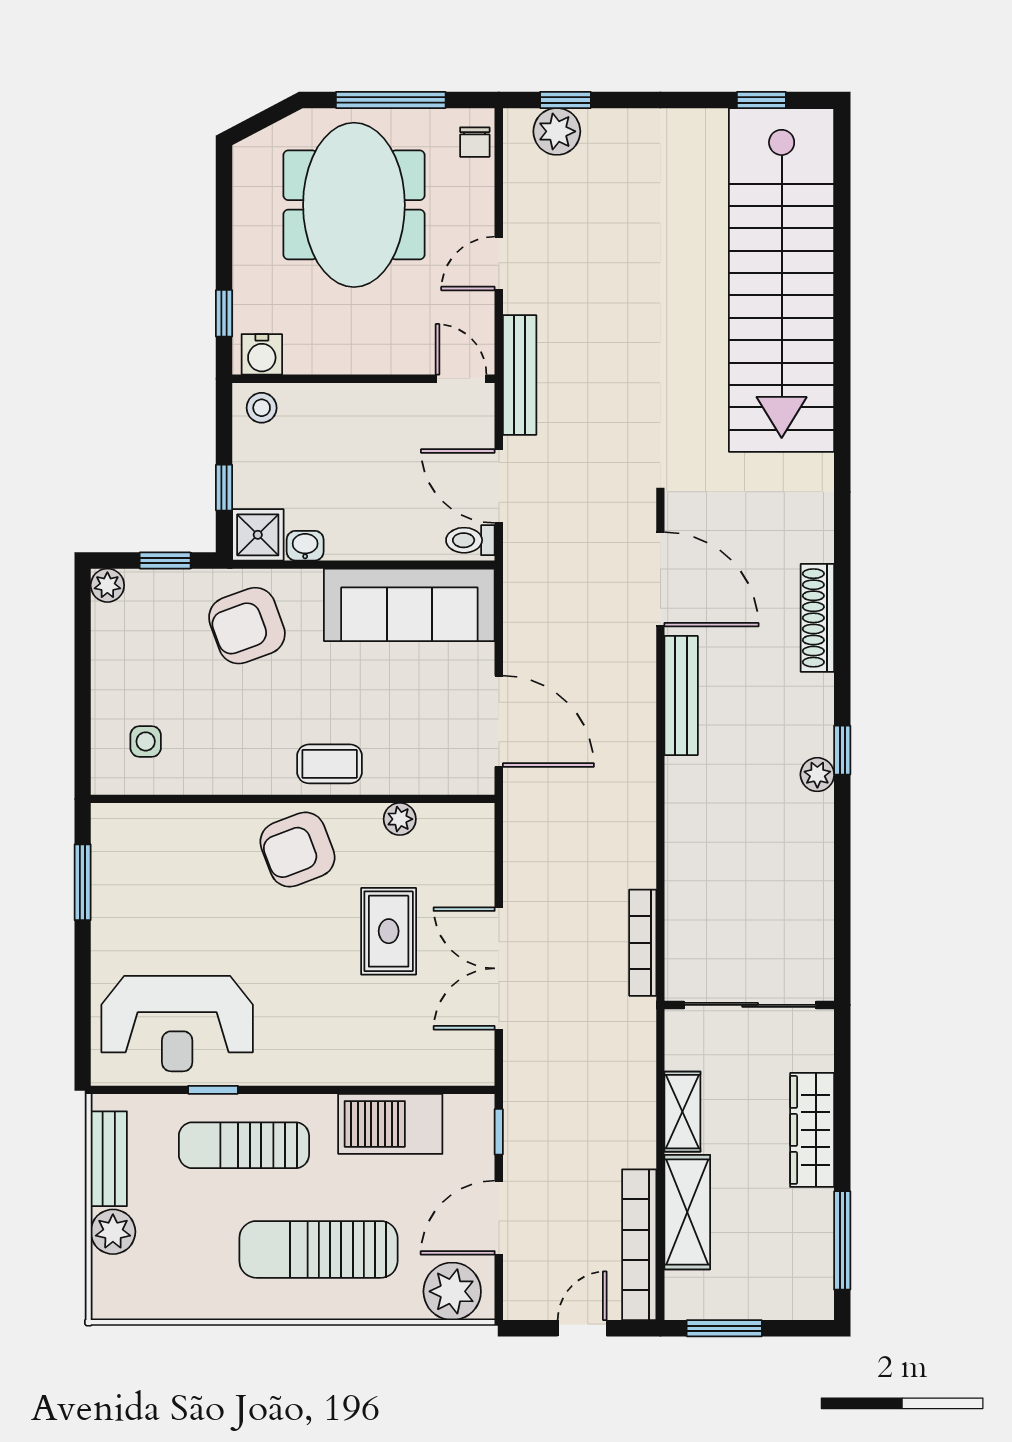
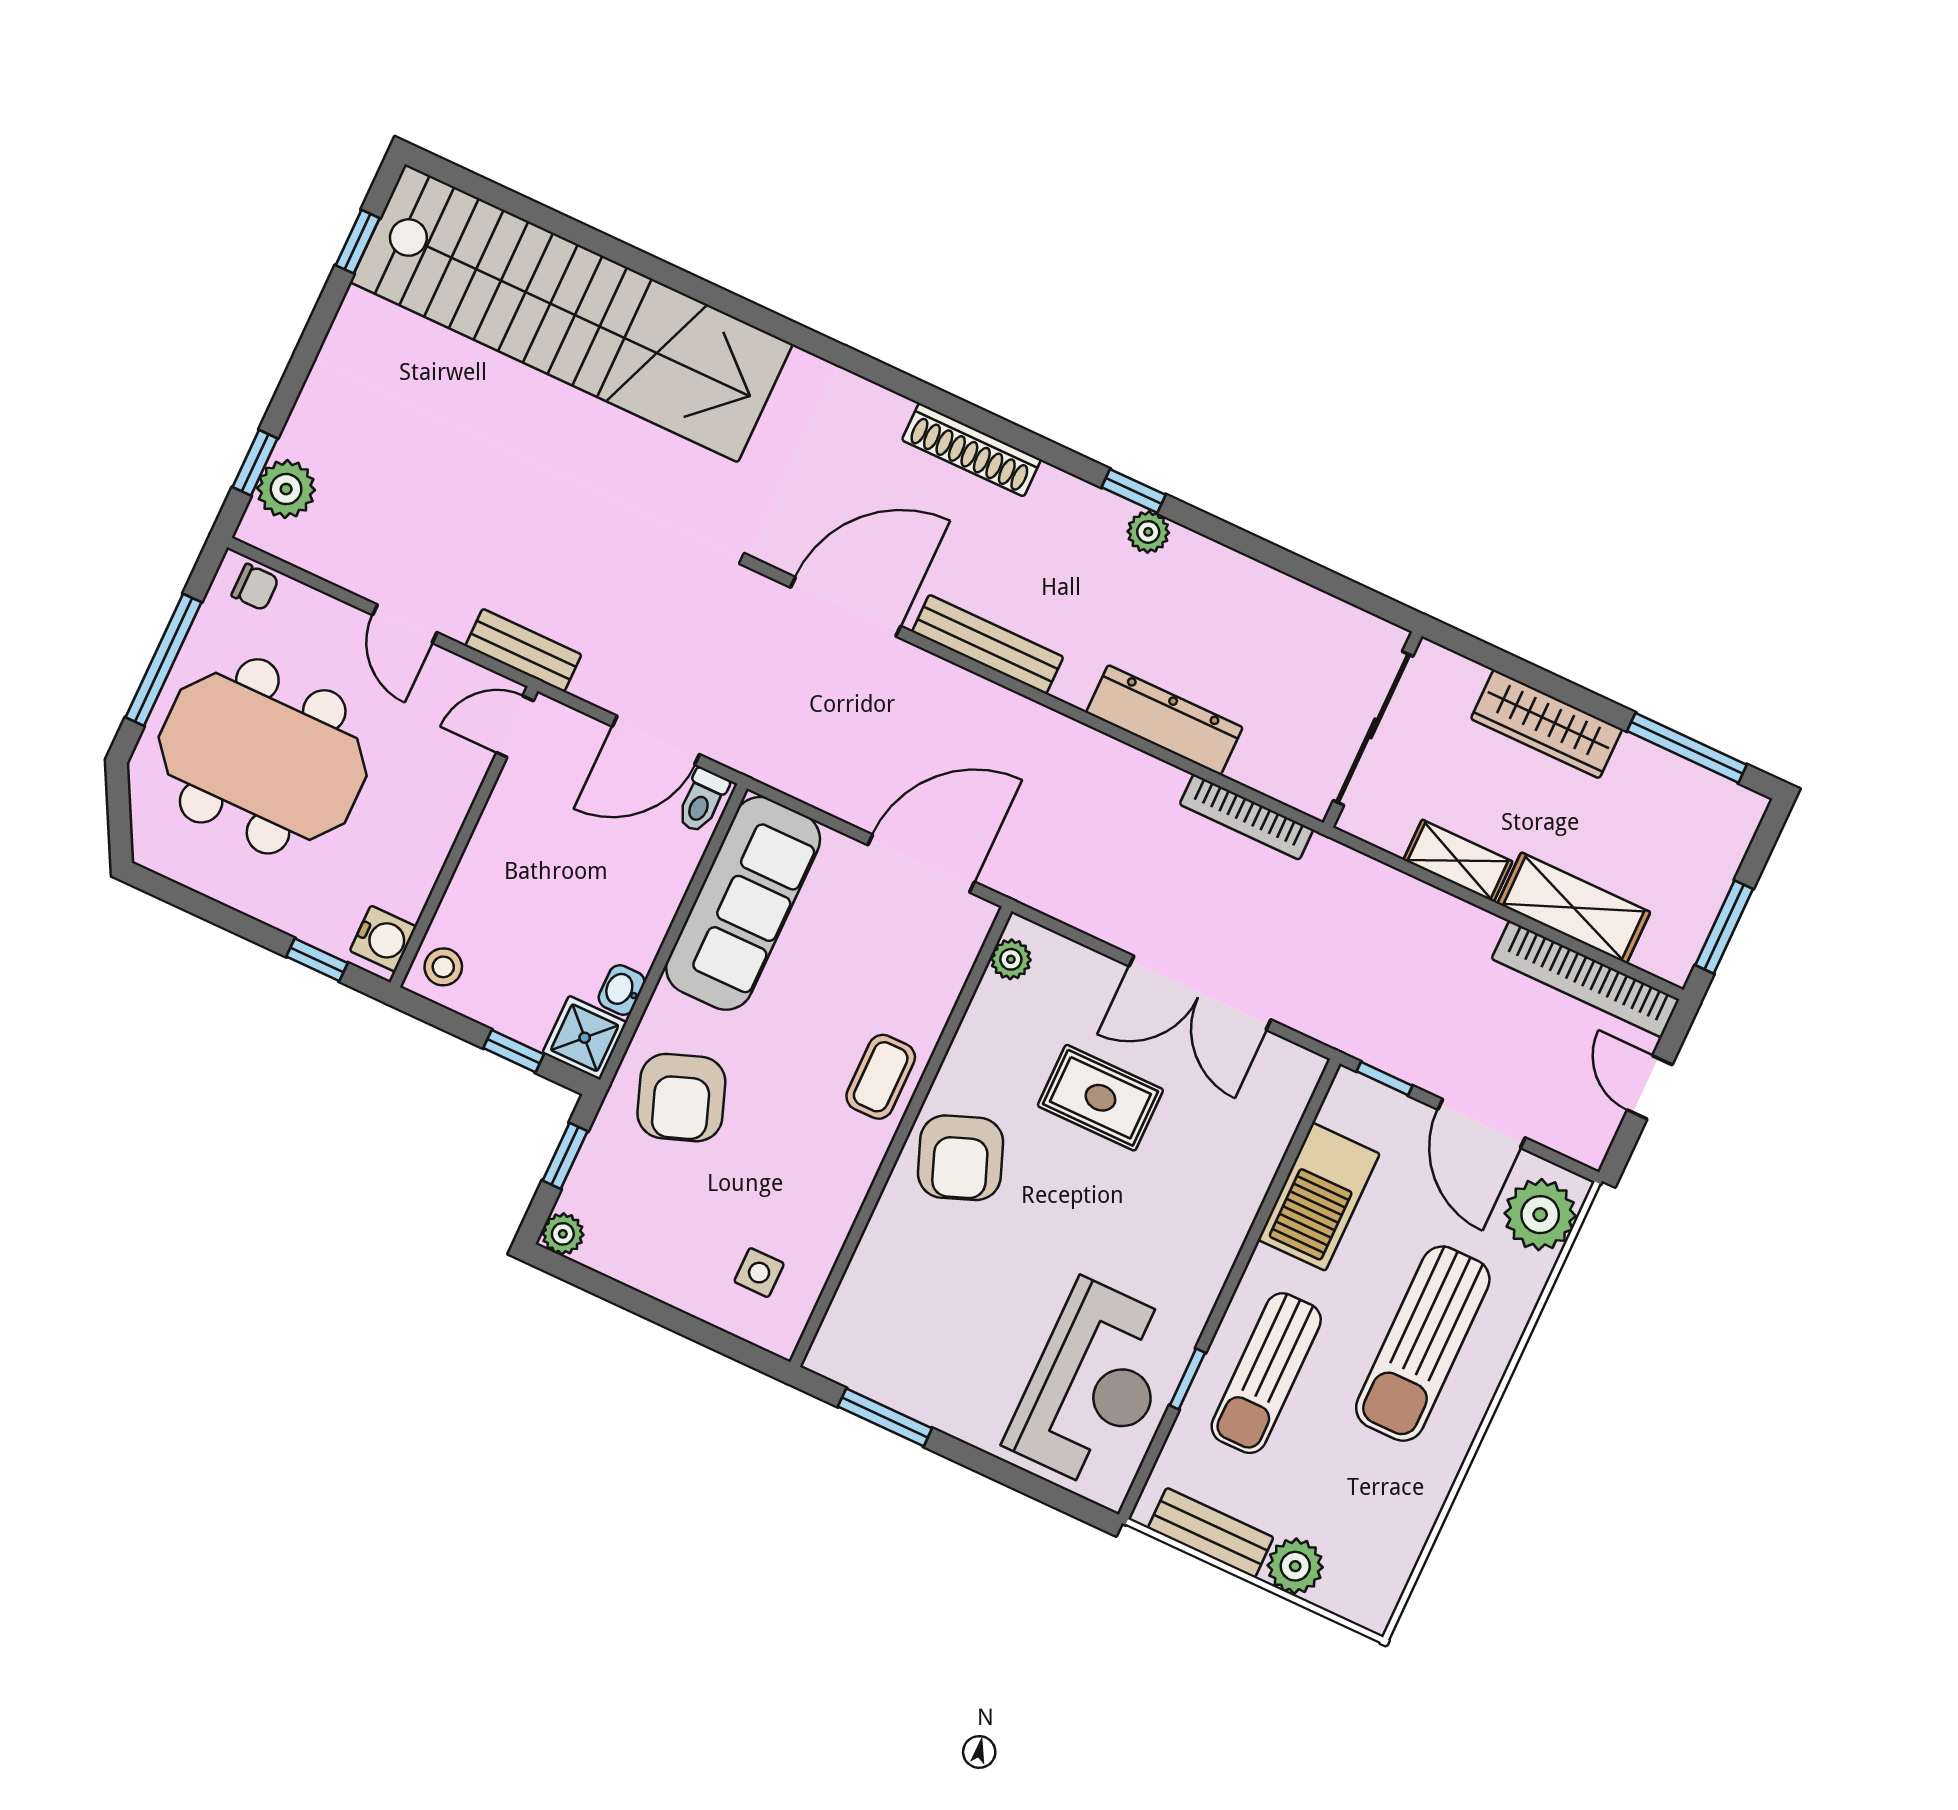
bench: (520, 375) -> (523, 650), width x0.73
plant: (400, 819) -> (1011, 959), moved
dresser: (686, 850) -> (1164, 720), added

